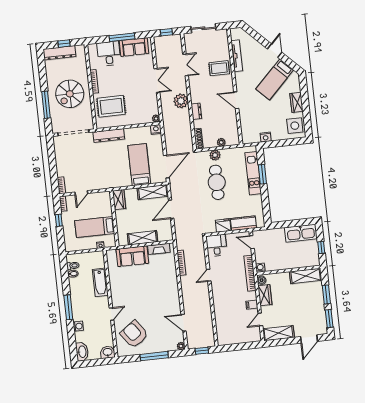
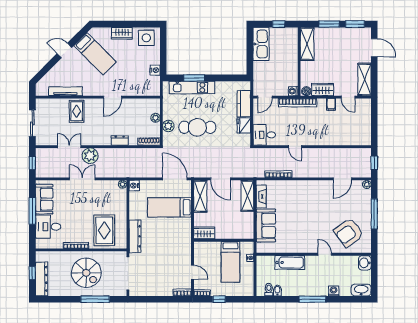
plant: (181, 101) -> (90, 156), moved
shelving: (143, 238) -> (247, 196), moved

